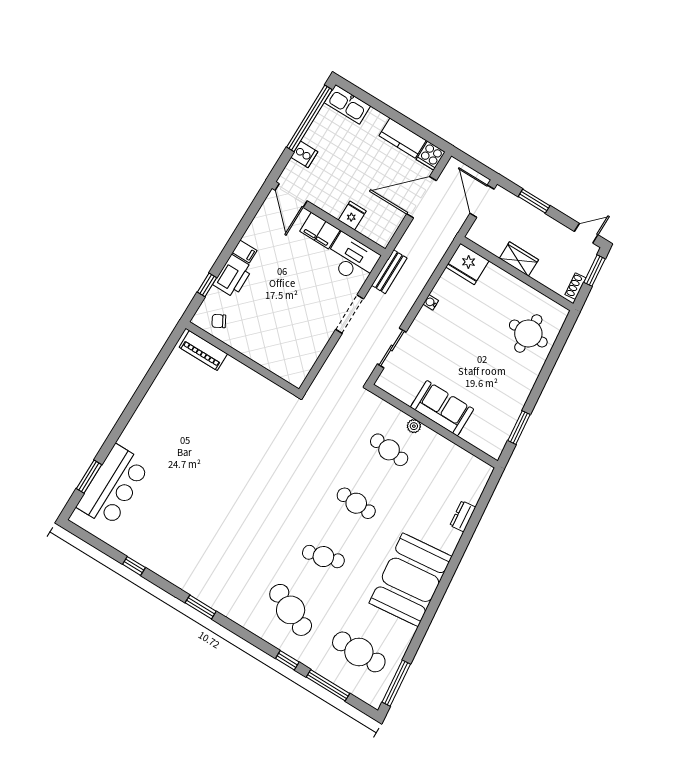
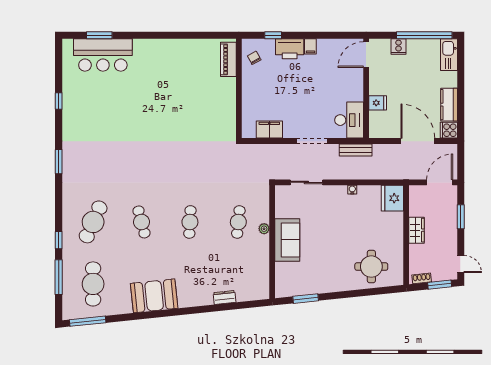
filing cabinet: (320, 231) -> (269, 130), moved, turned 90
booth: (410, 580) -> (154, 296), width x0.73, depth x0.70

